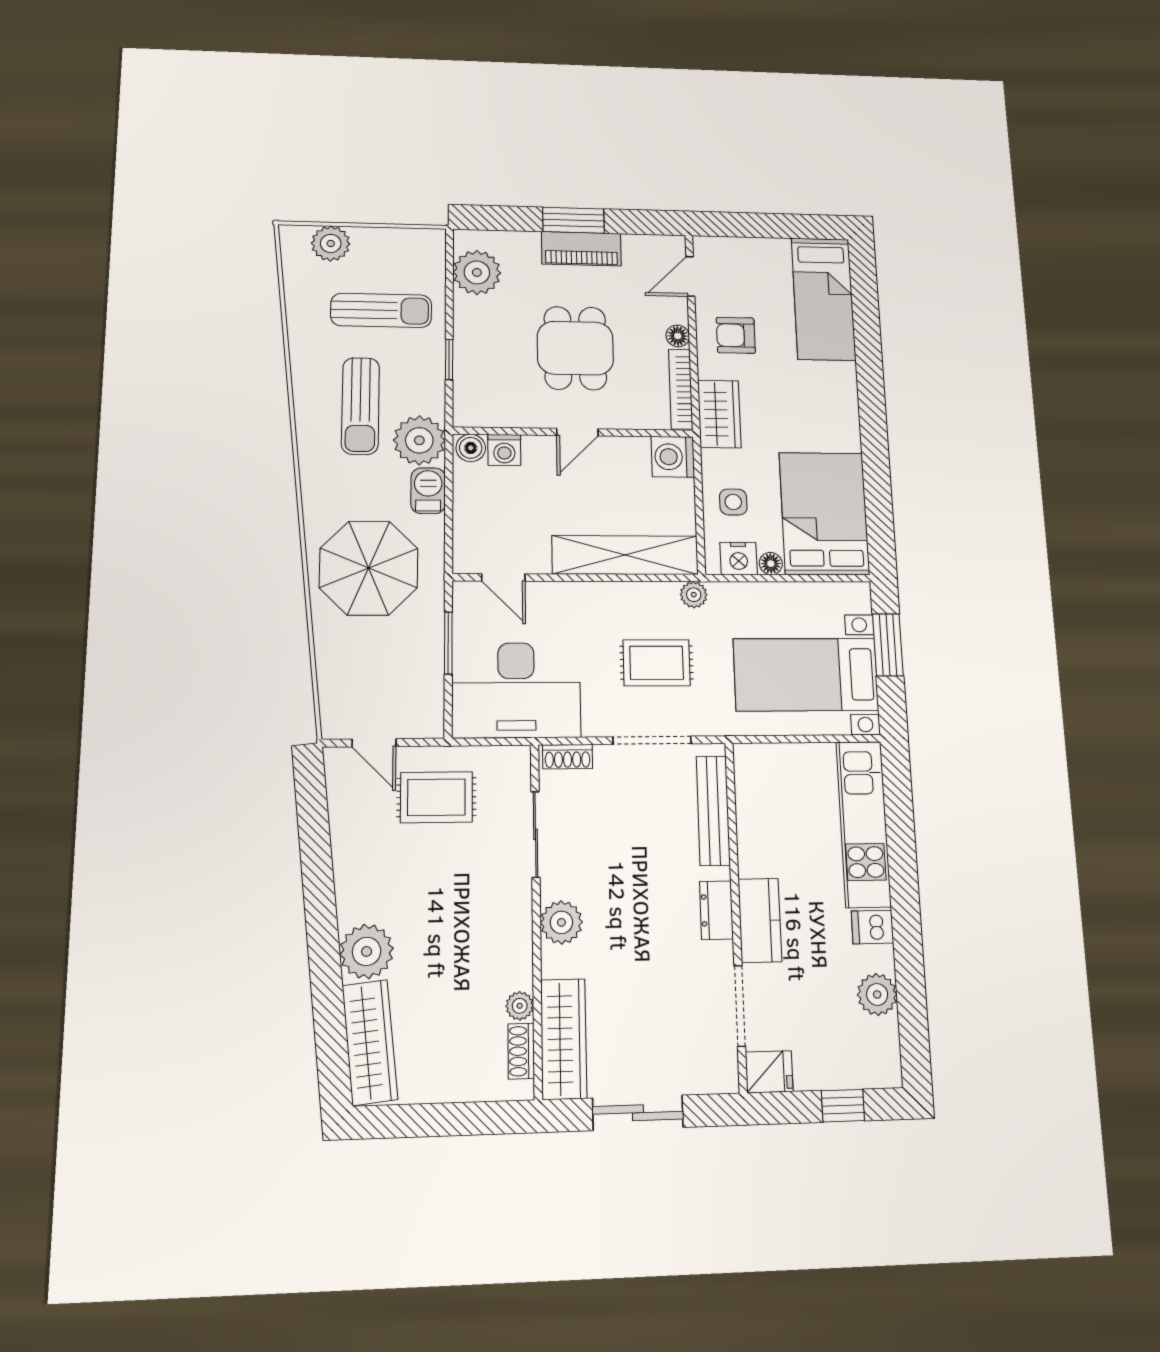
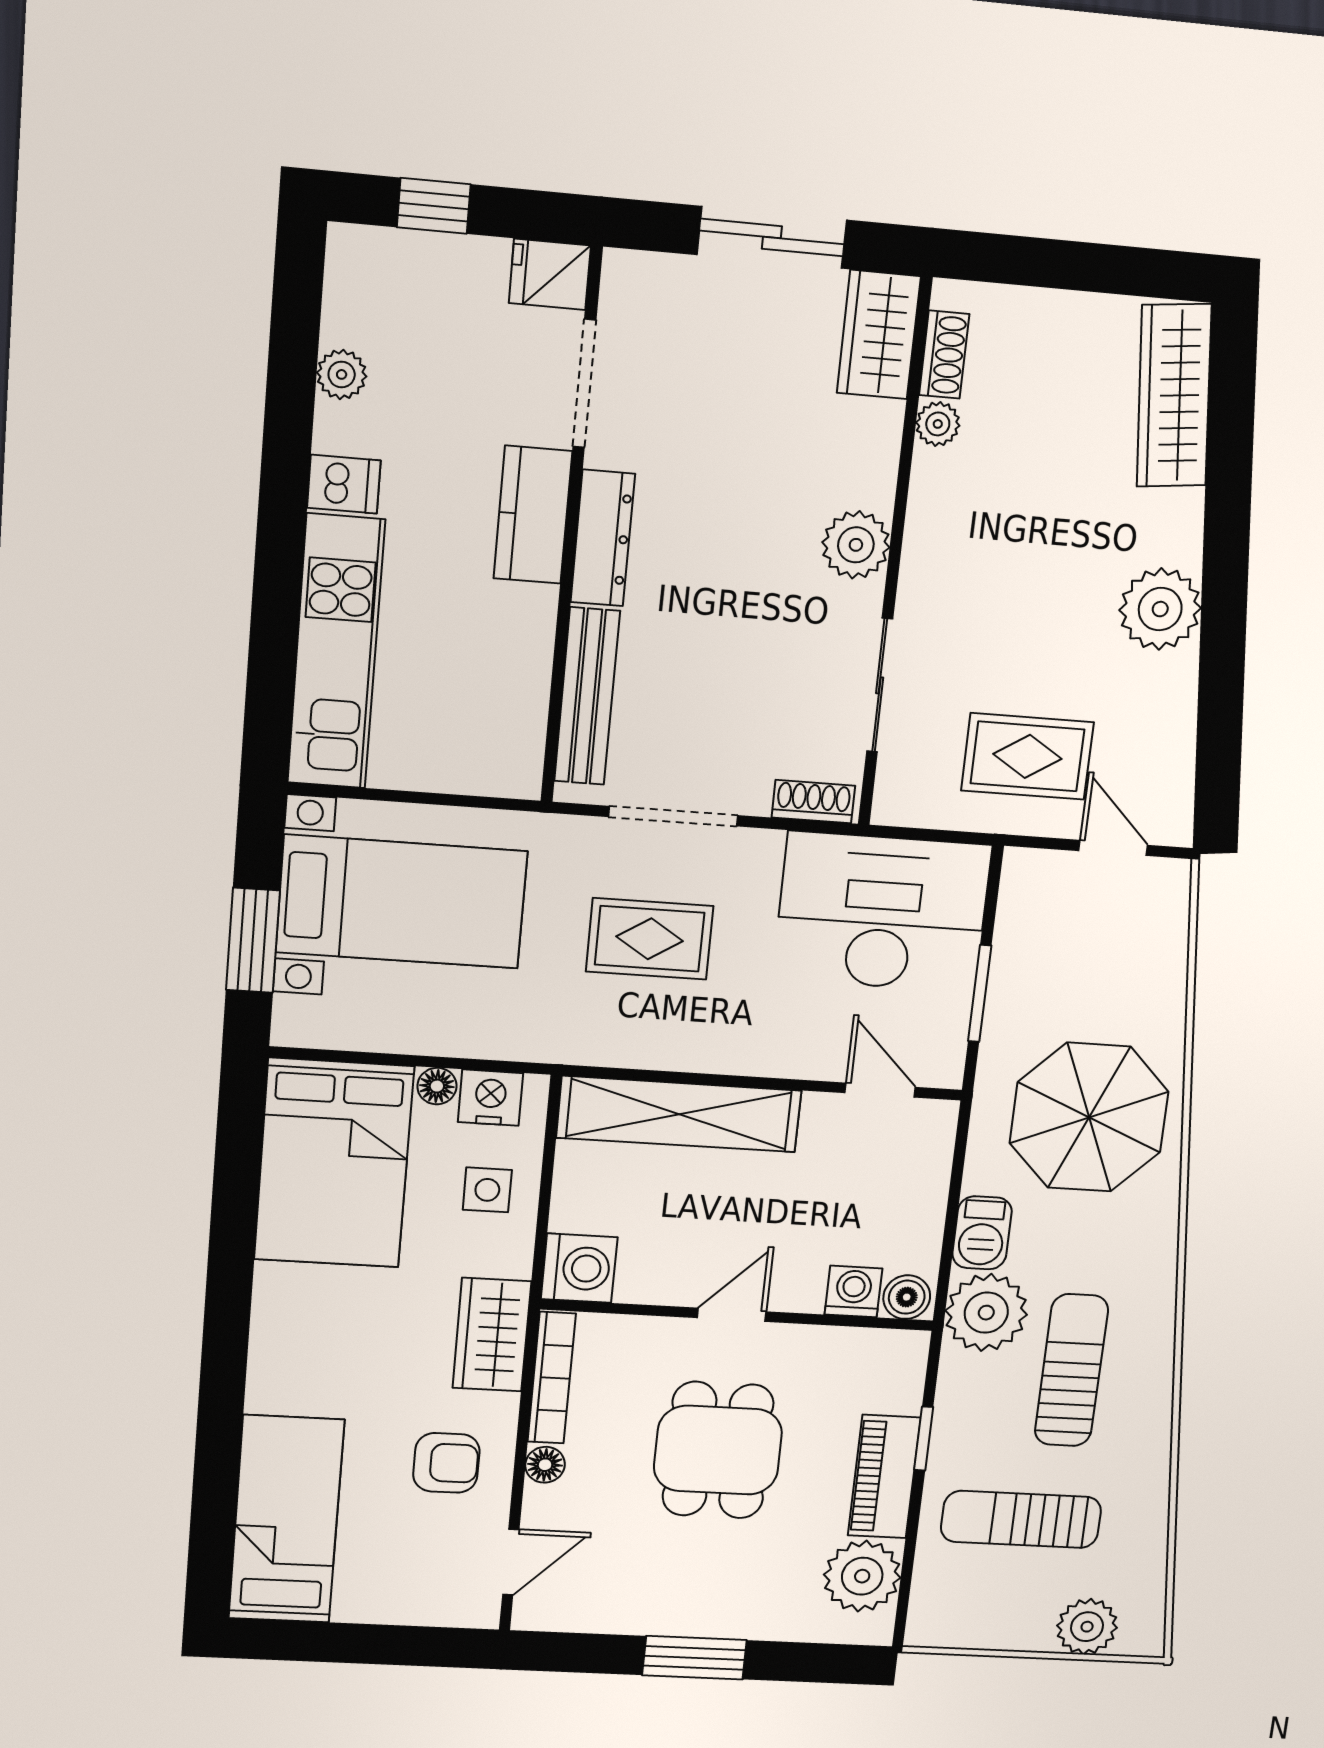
piano: (581, 249) -> (884, 1477), moved, turned -90
plant: (694, 595) -> (574, 1044), removed
dresser: (716, 910) -> (603, 538), width x1.44
plant: (367, 951) -> (1160, 609), moved
plant: (877, 994) -> (342, 374), width x0.73, depth x0.73
wardrobe: (564, 1039) -> (879, 335), width x0.67

